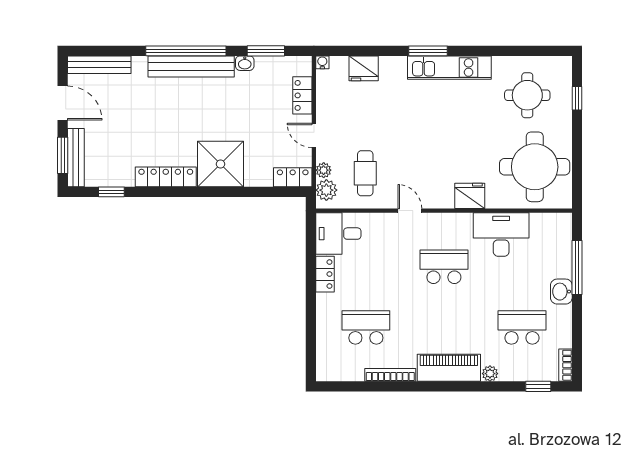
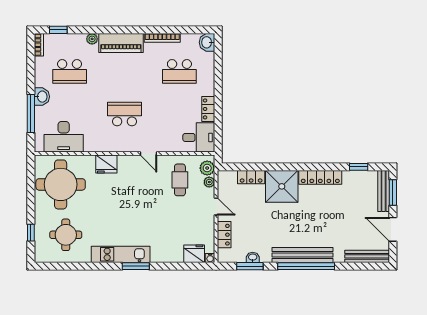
washbasin: (245, 63) -> (253, 257), moved
fridge: (364, 68) -> (194, 254), moved
locker: (293, 177) -> (251, 177), moved
desk: (501, 235) -> (64, 137), moved
school desk: (444, 267) -> (124, 114), turned 180
washbasin: (327, 369) -> (207, 42), added

